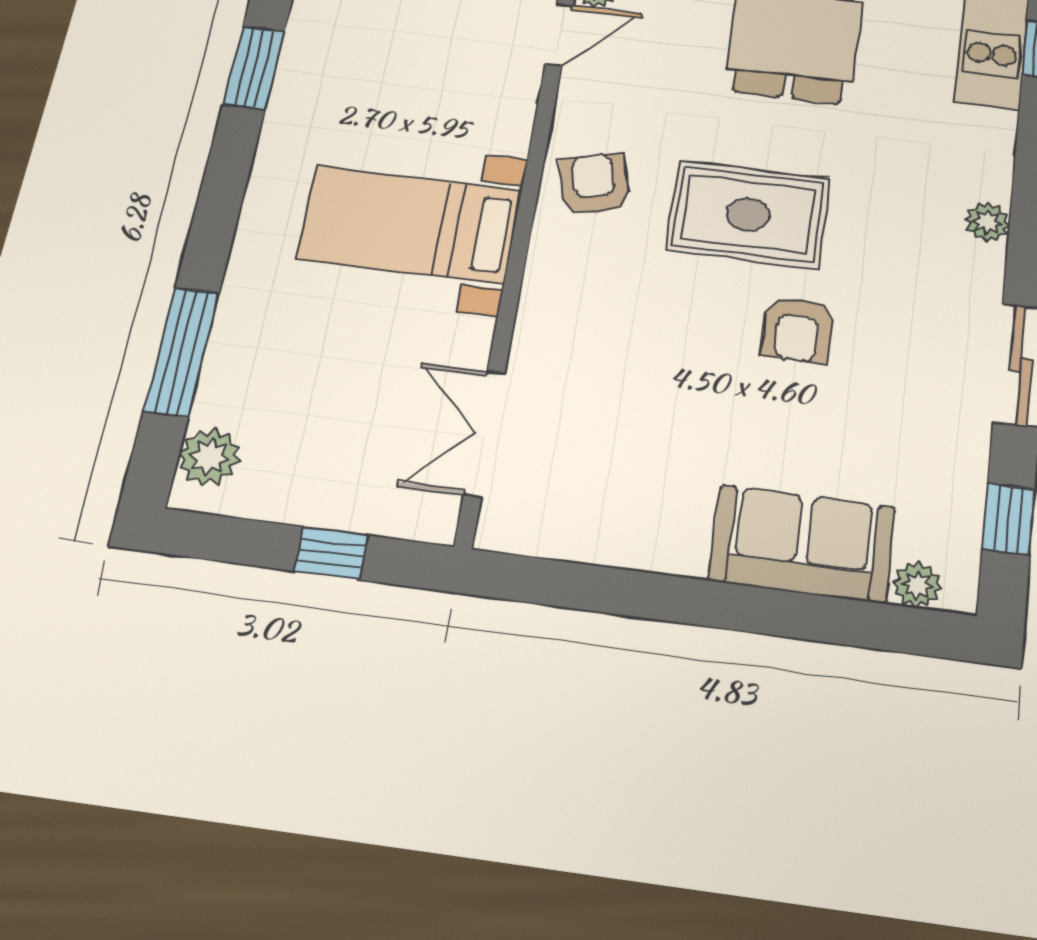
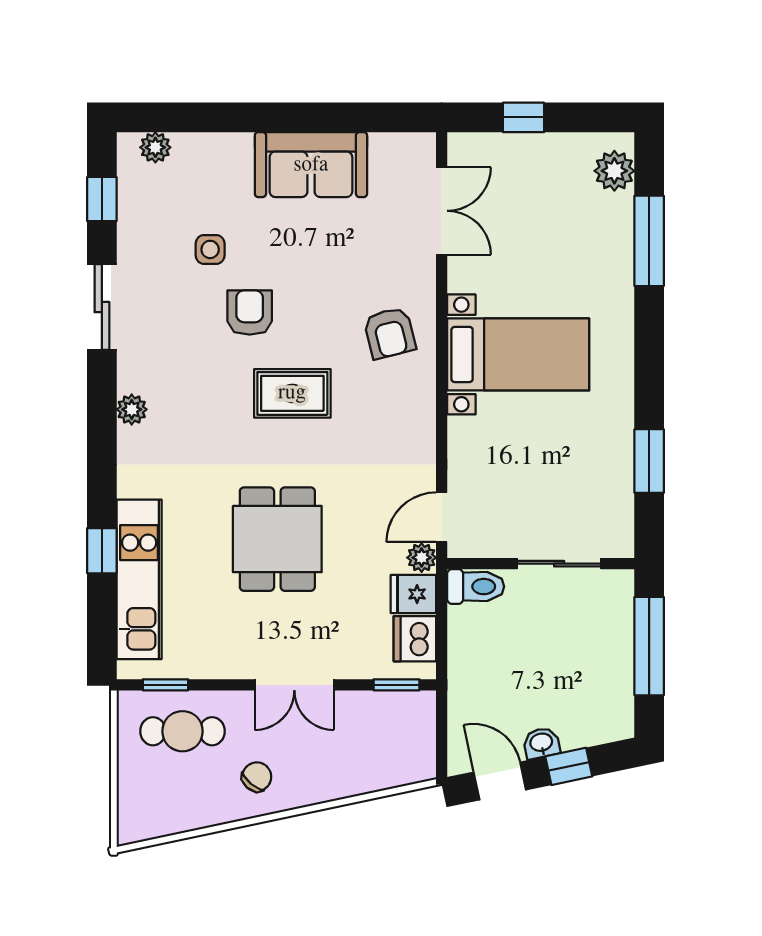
armchair: (594, 184) -> (390, 333), moved
rug: (748, 214) -> (292, 393), width x0.73, depth x0.70
side table: (847, 425) -> (210, 249), added
sofa: (802, 544) -> (311, 165), moved

